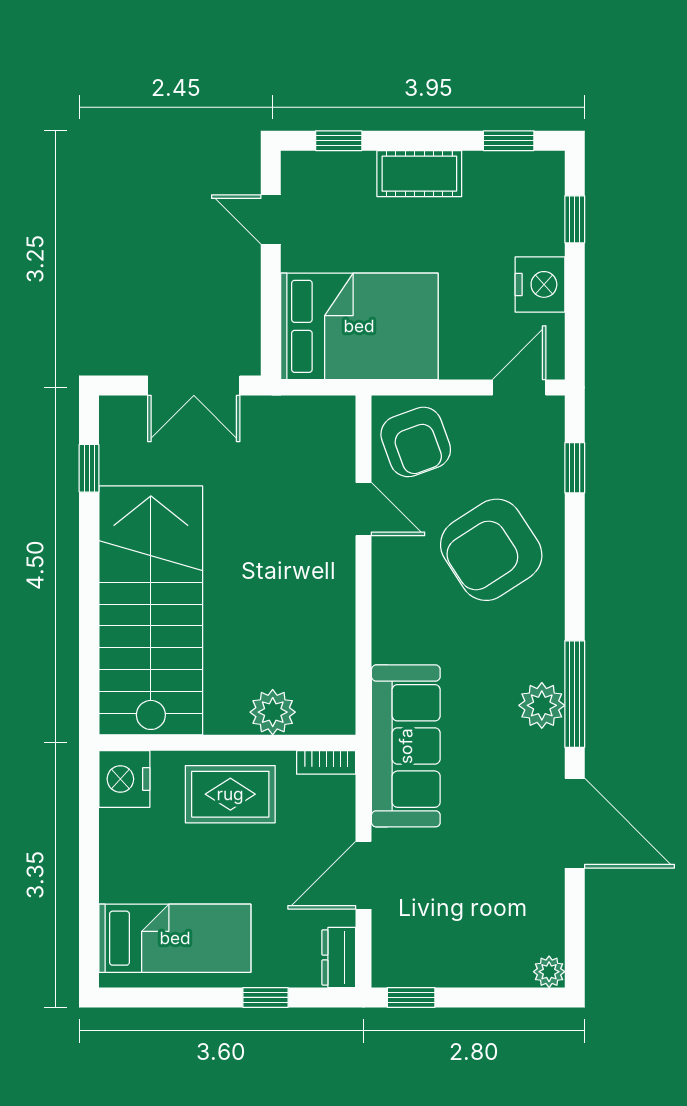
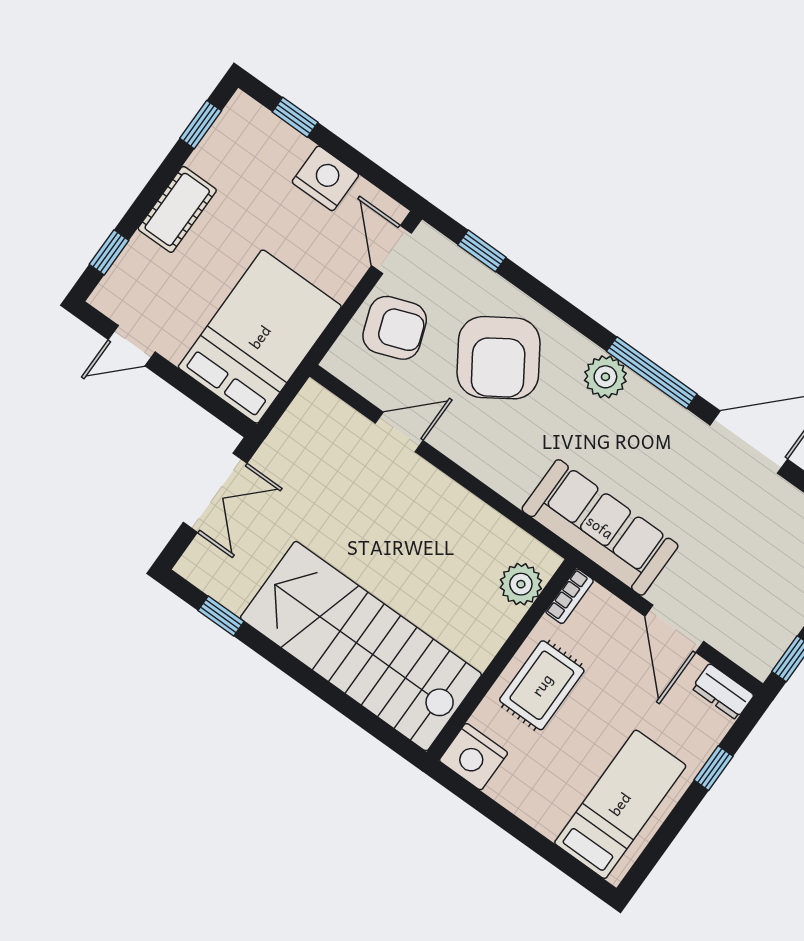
armchair: (416, 442) -> (395, 328), moved
plant: (542, 705) -> (605, 377), moved
plant: (273, 712) -> (521, 584), moved

